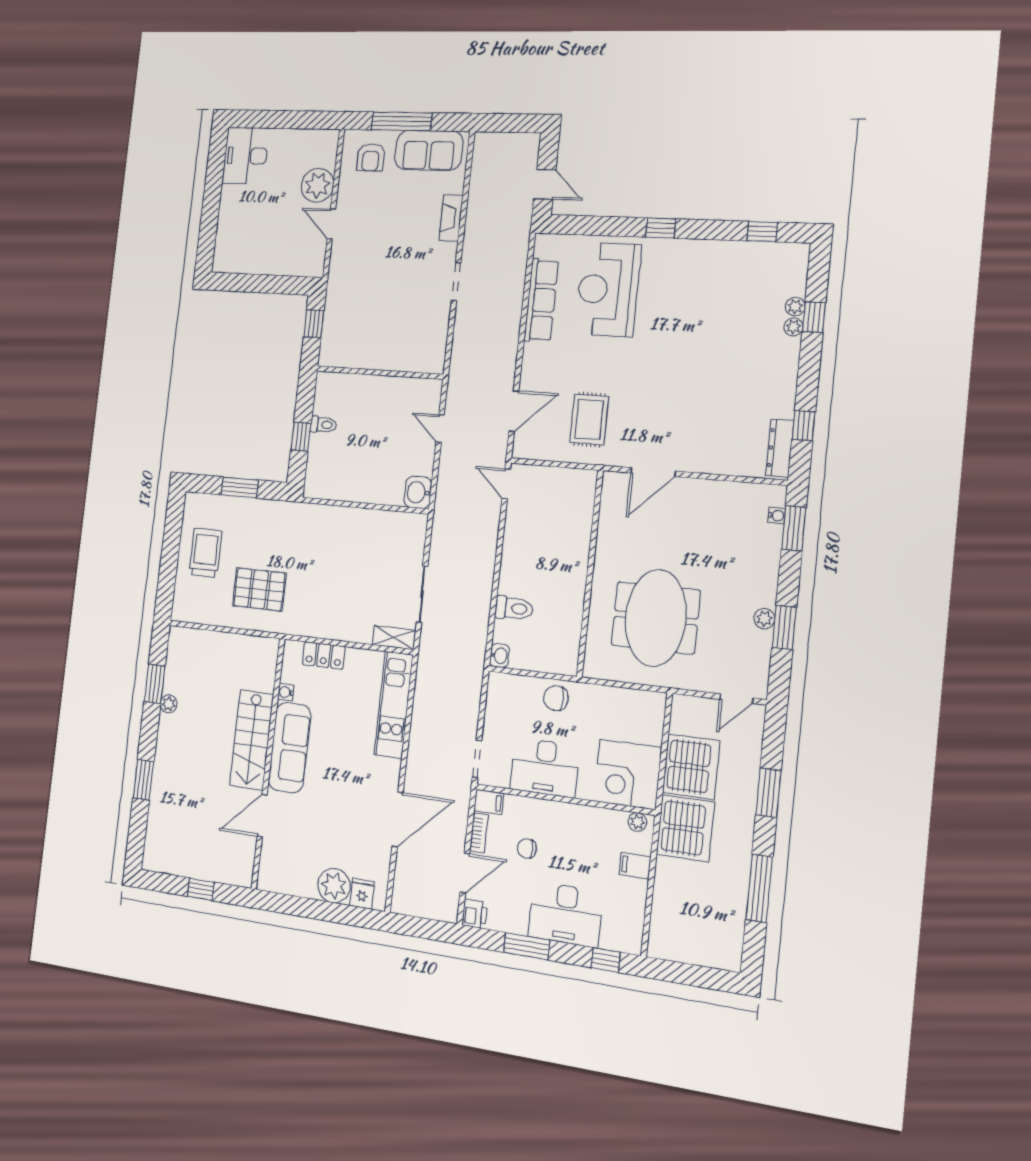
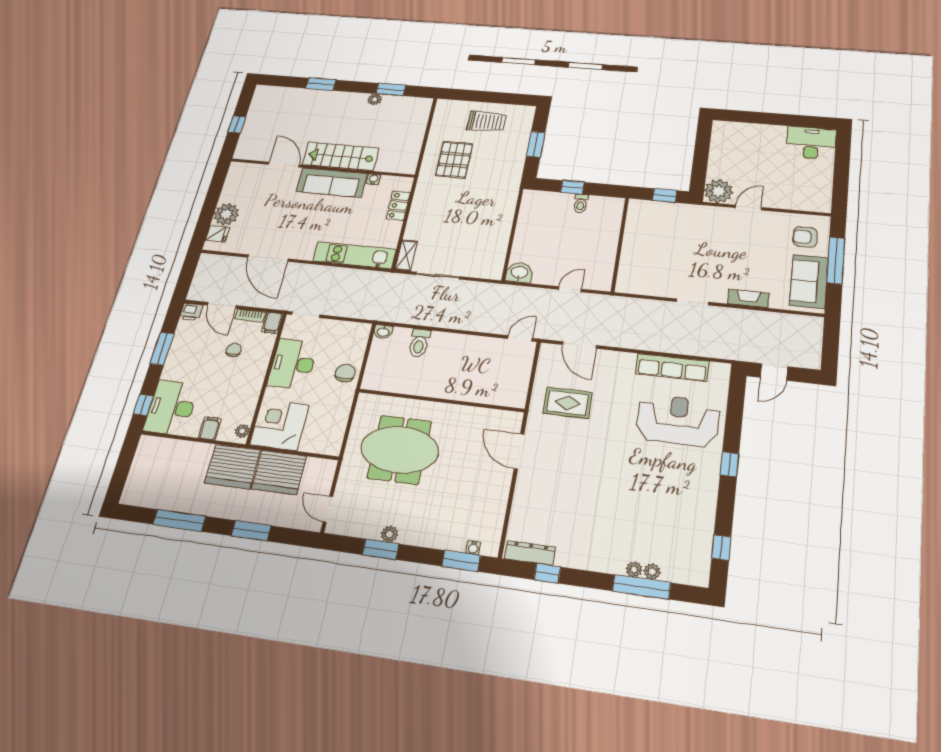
plant: (317, 185) -> (719, 191), moved
window: (814, 317) -> (642, 587), width x2.17
desk: (565, 914) -> (171, 408), moved

